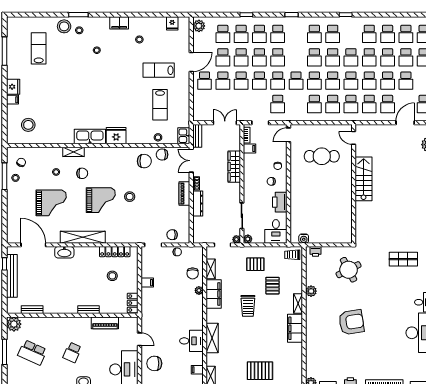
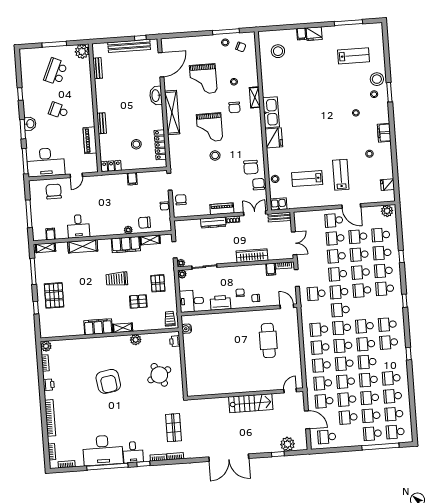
door: (354, 138) -> (290, 391), moved
stairs: (364, 179) -> (251, 403), moved
wall: (354, 184) -> (245, 394), moved

